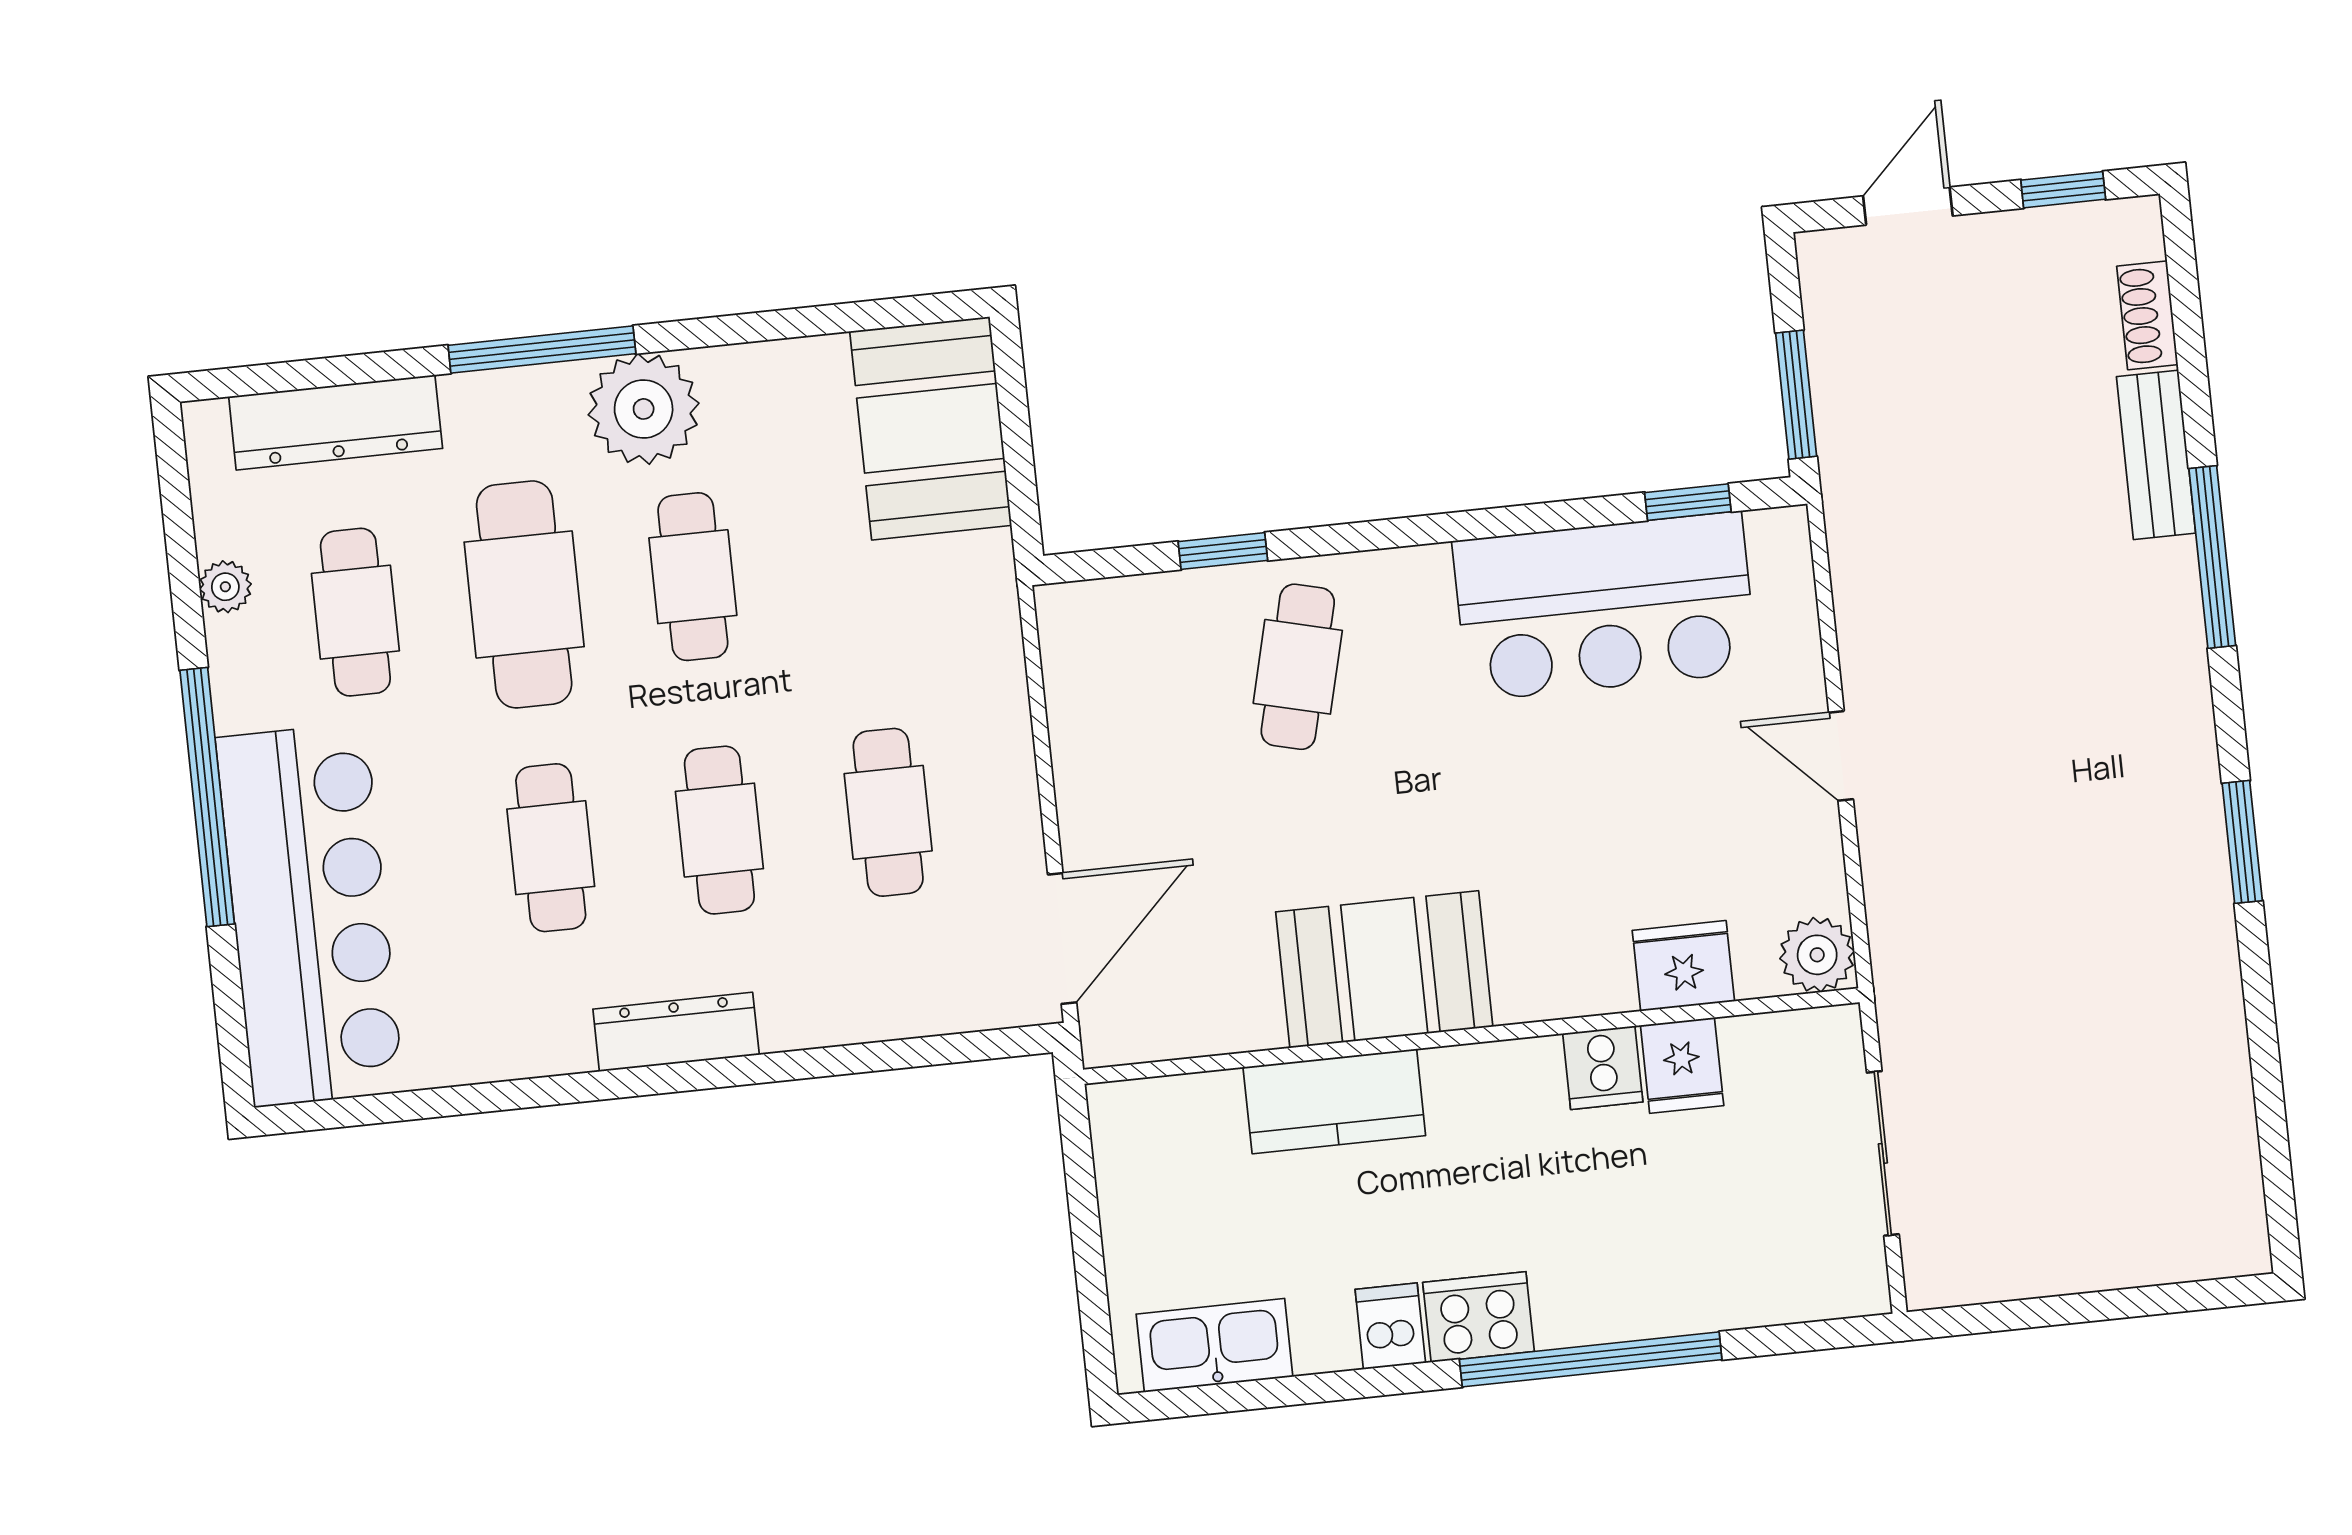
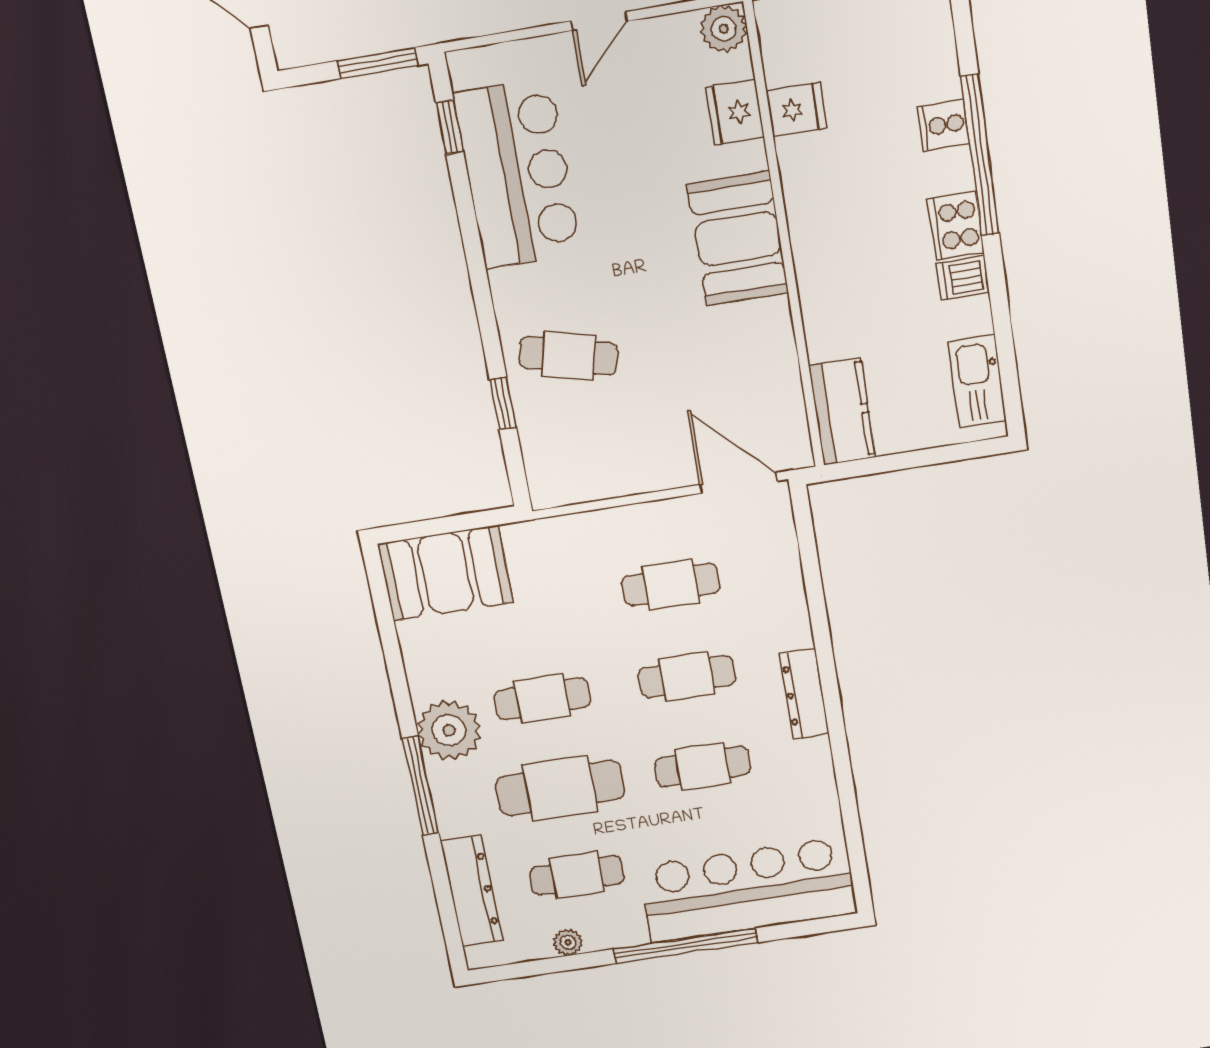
booth: (1384, 969) -> (738, 239), moved
cooker: (1603, 1068) -> (943, 125), moved, turned 180
kitchen counter: (1334, 1101) -> (842, 412), moved

